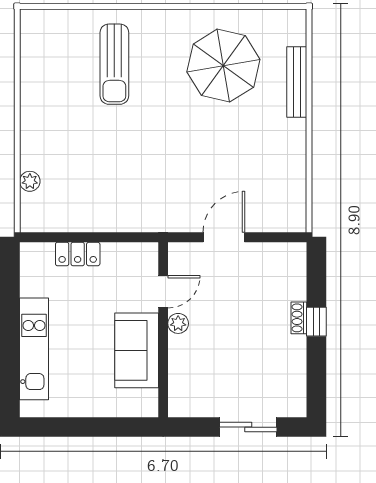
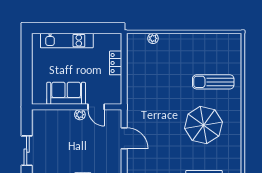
parasol: (223, 66) -> (203, 125), moved

